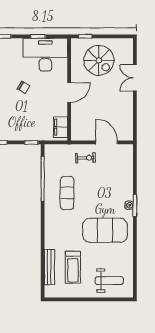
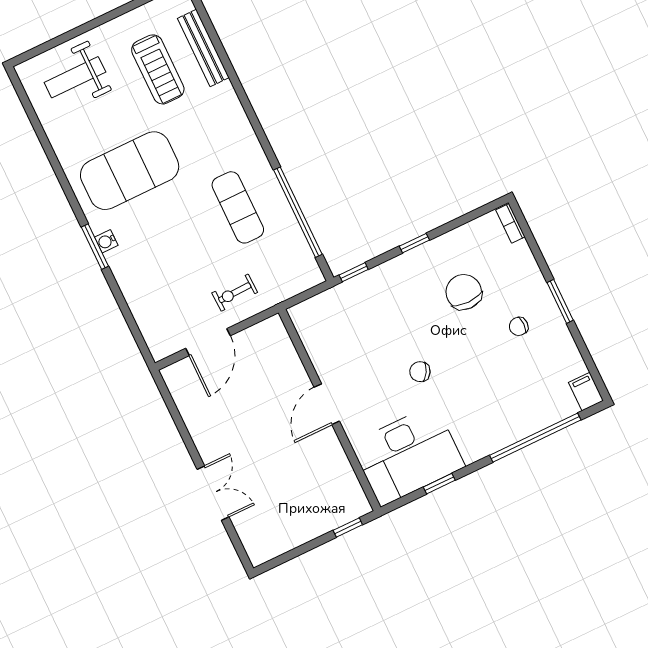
spiral stairs: (99, 60) -> (299, 494), removed
filing cabinet: (61, 127) -> (311, 329), removed
door: (107, 142) -> (208, 342), hinge flipped
treadmill: (73, 267) -> (158, 69), turned 180

